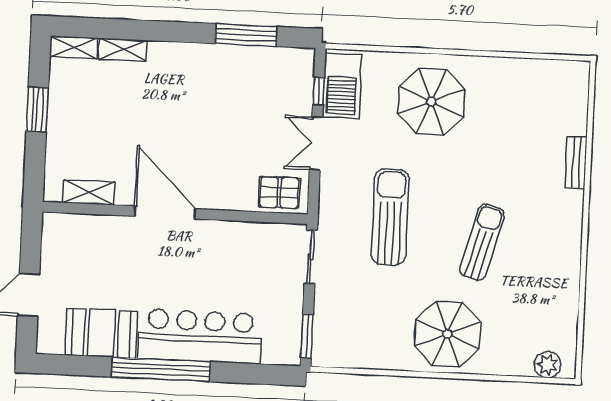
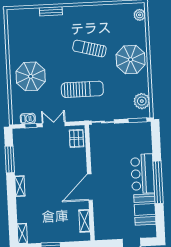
shelving: (123, 50) -> (20, 186), moved
barbecue: (342, 86) -> (28, 119), width x0.53, depth x0.65
double door: (316, 143) -> (54, 125), swing flipped
sun lounger: (390, 217) -> (82, 89), turned 180
bar counter: (200, 336) -> (142, 174), width x0.73
plant: (350, 350) -> (142, 101), added

